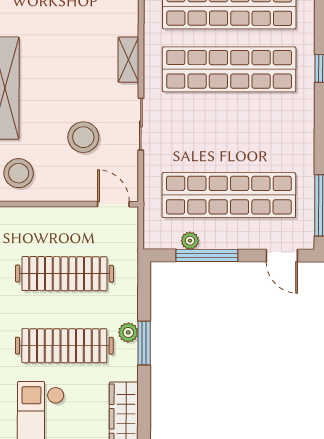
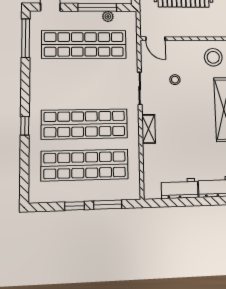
stool: (83, 137) -> (175, 80), width x0.53, depth x0.53

